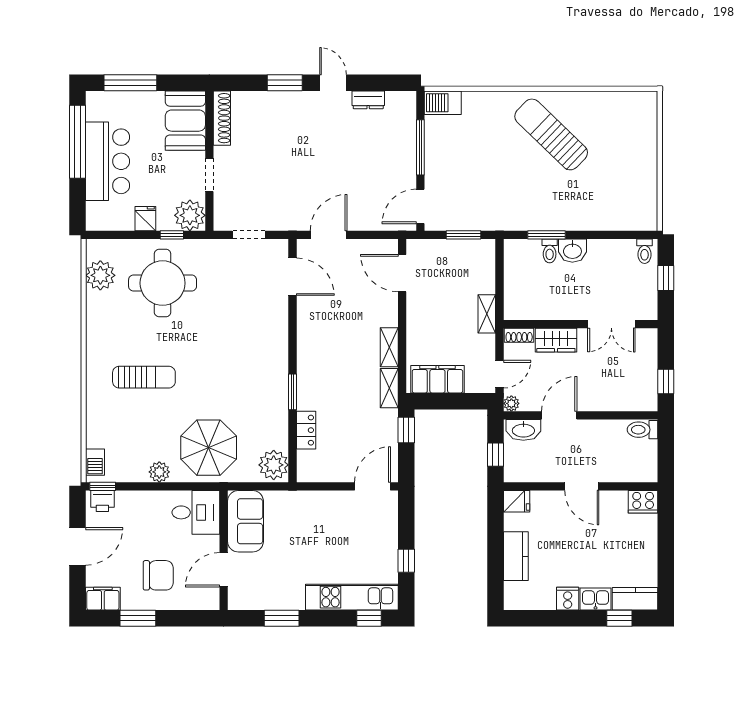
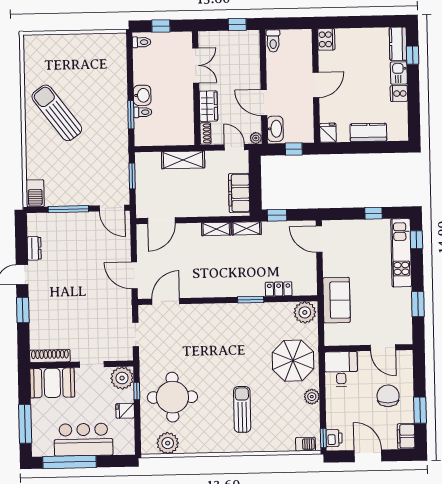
sun lounger: (551, 134) -> (57, 113), turned 99
shelving: (487, 314) -> (183, 160), width x1.50, depth x1.33
sofa: (245, 521) -> (337, 300), moved, turned 90

